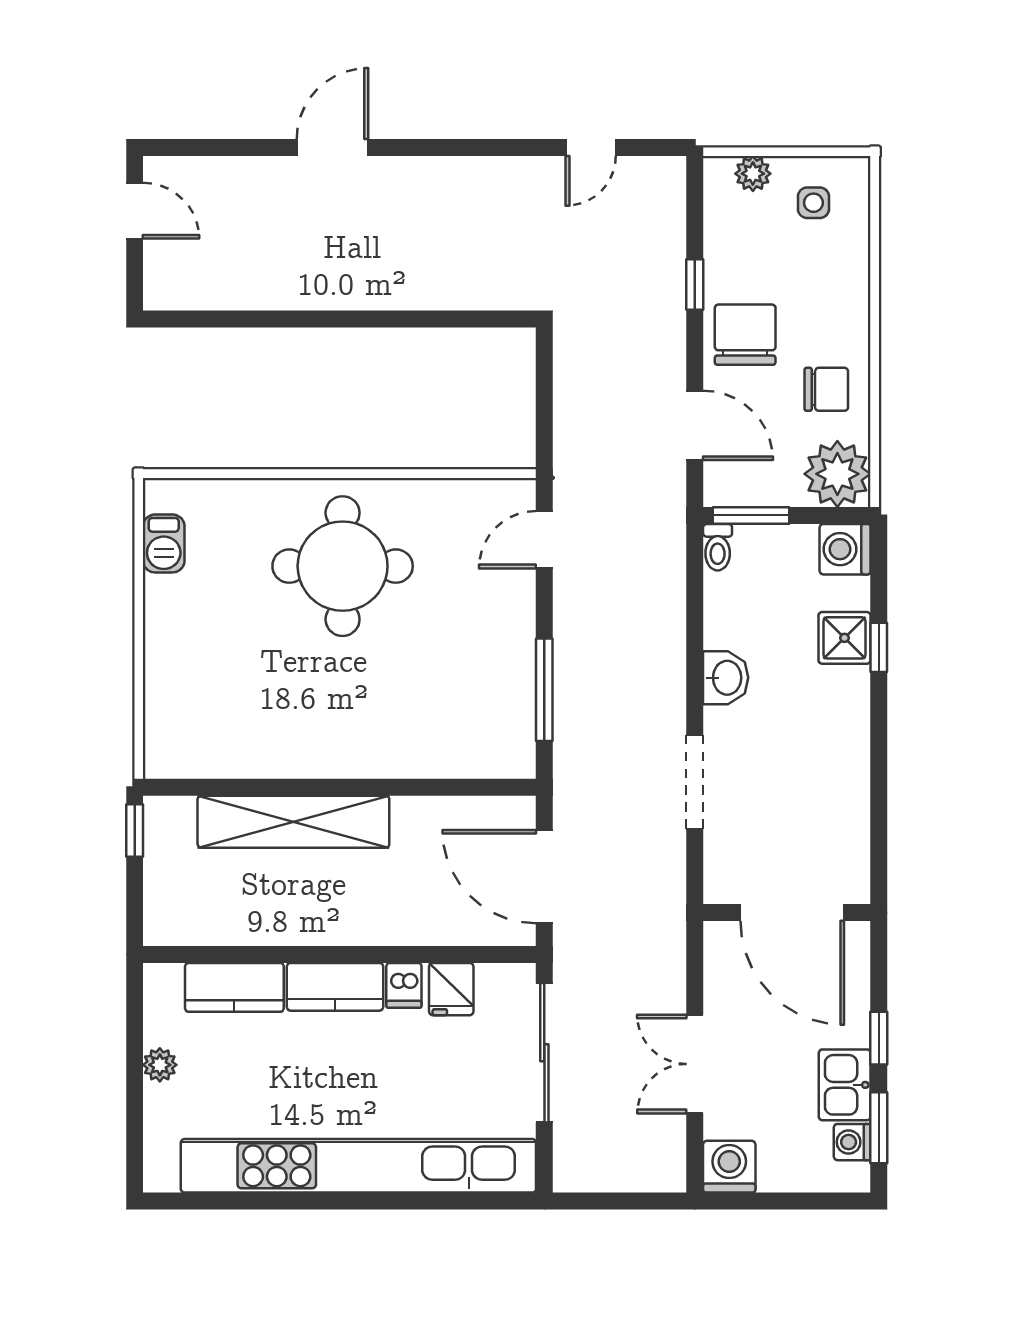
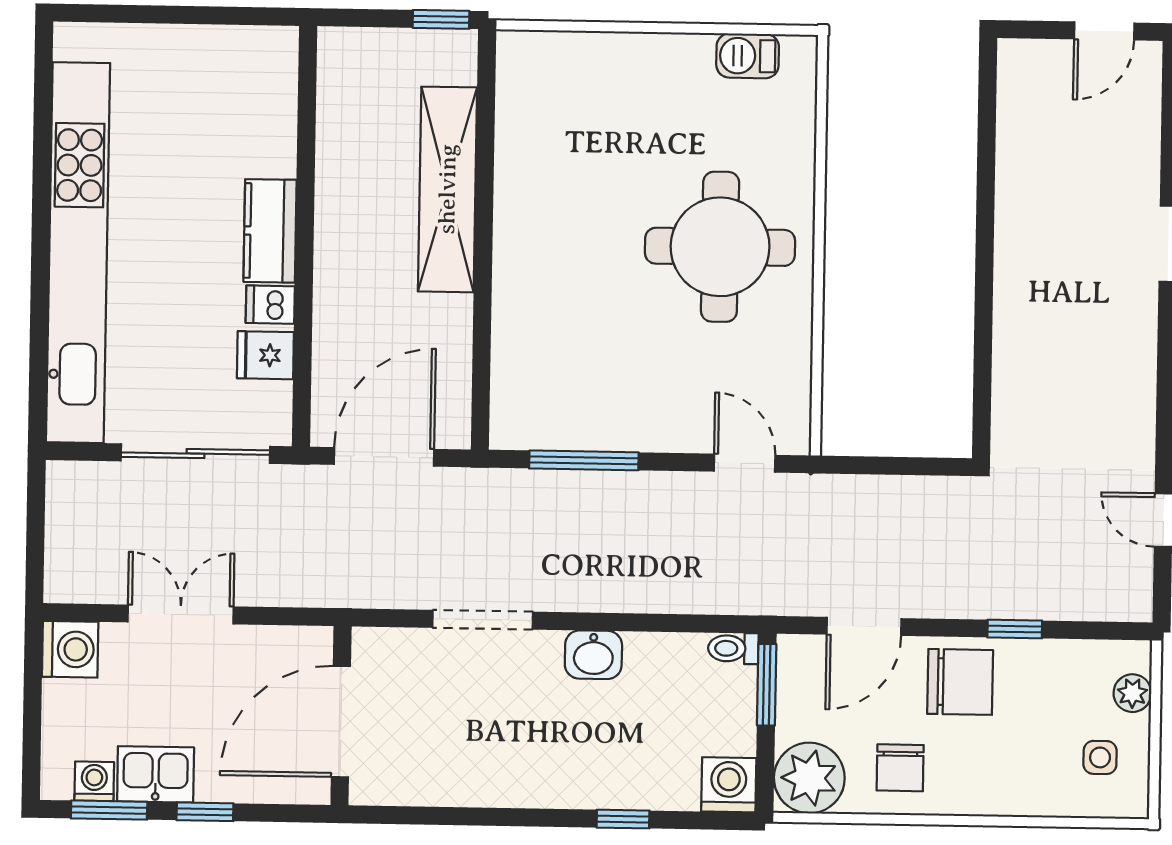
shower: (844, 638) -> (634, 783), removed
kitchen counter: (234, 987) -> (271, 123), removed
plant: (160, 1065) -> (190, 42), removed

